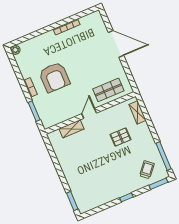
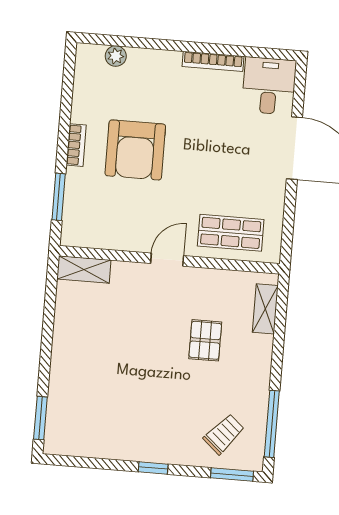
desk: (93, 25) -> (269, 86), added
plant: (15, 50) -> (116, 56), moved
shelving: (71, 129) -> (84, 269), moved
pallet: (120, 137) -> (205, 340), turned 90

